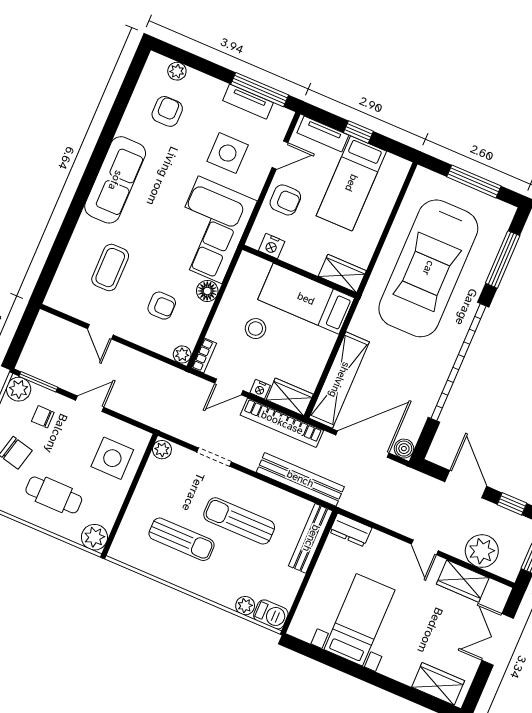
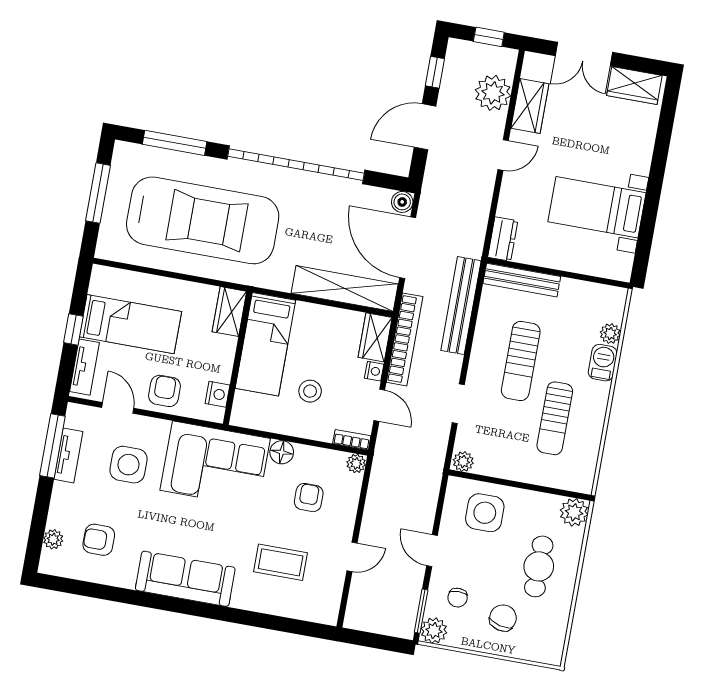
sun lounger: (182, 539) -> (555, 418), turned 180
barbecue: (271, 614) -> (603, 363), moved
wardrobe: (438, 684) -> (634, 86), moved, turned -90

